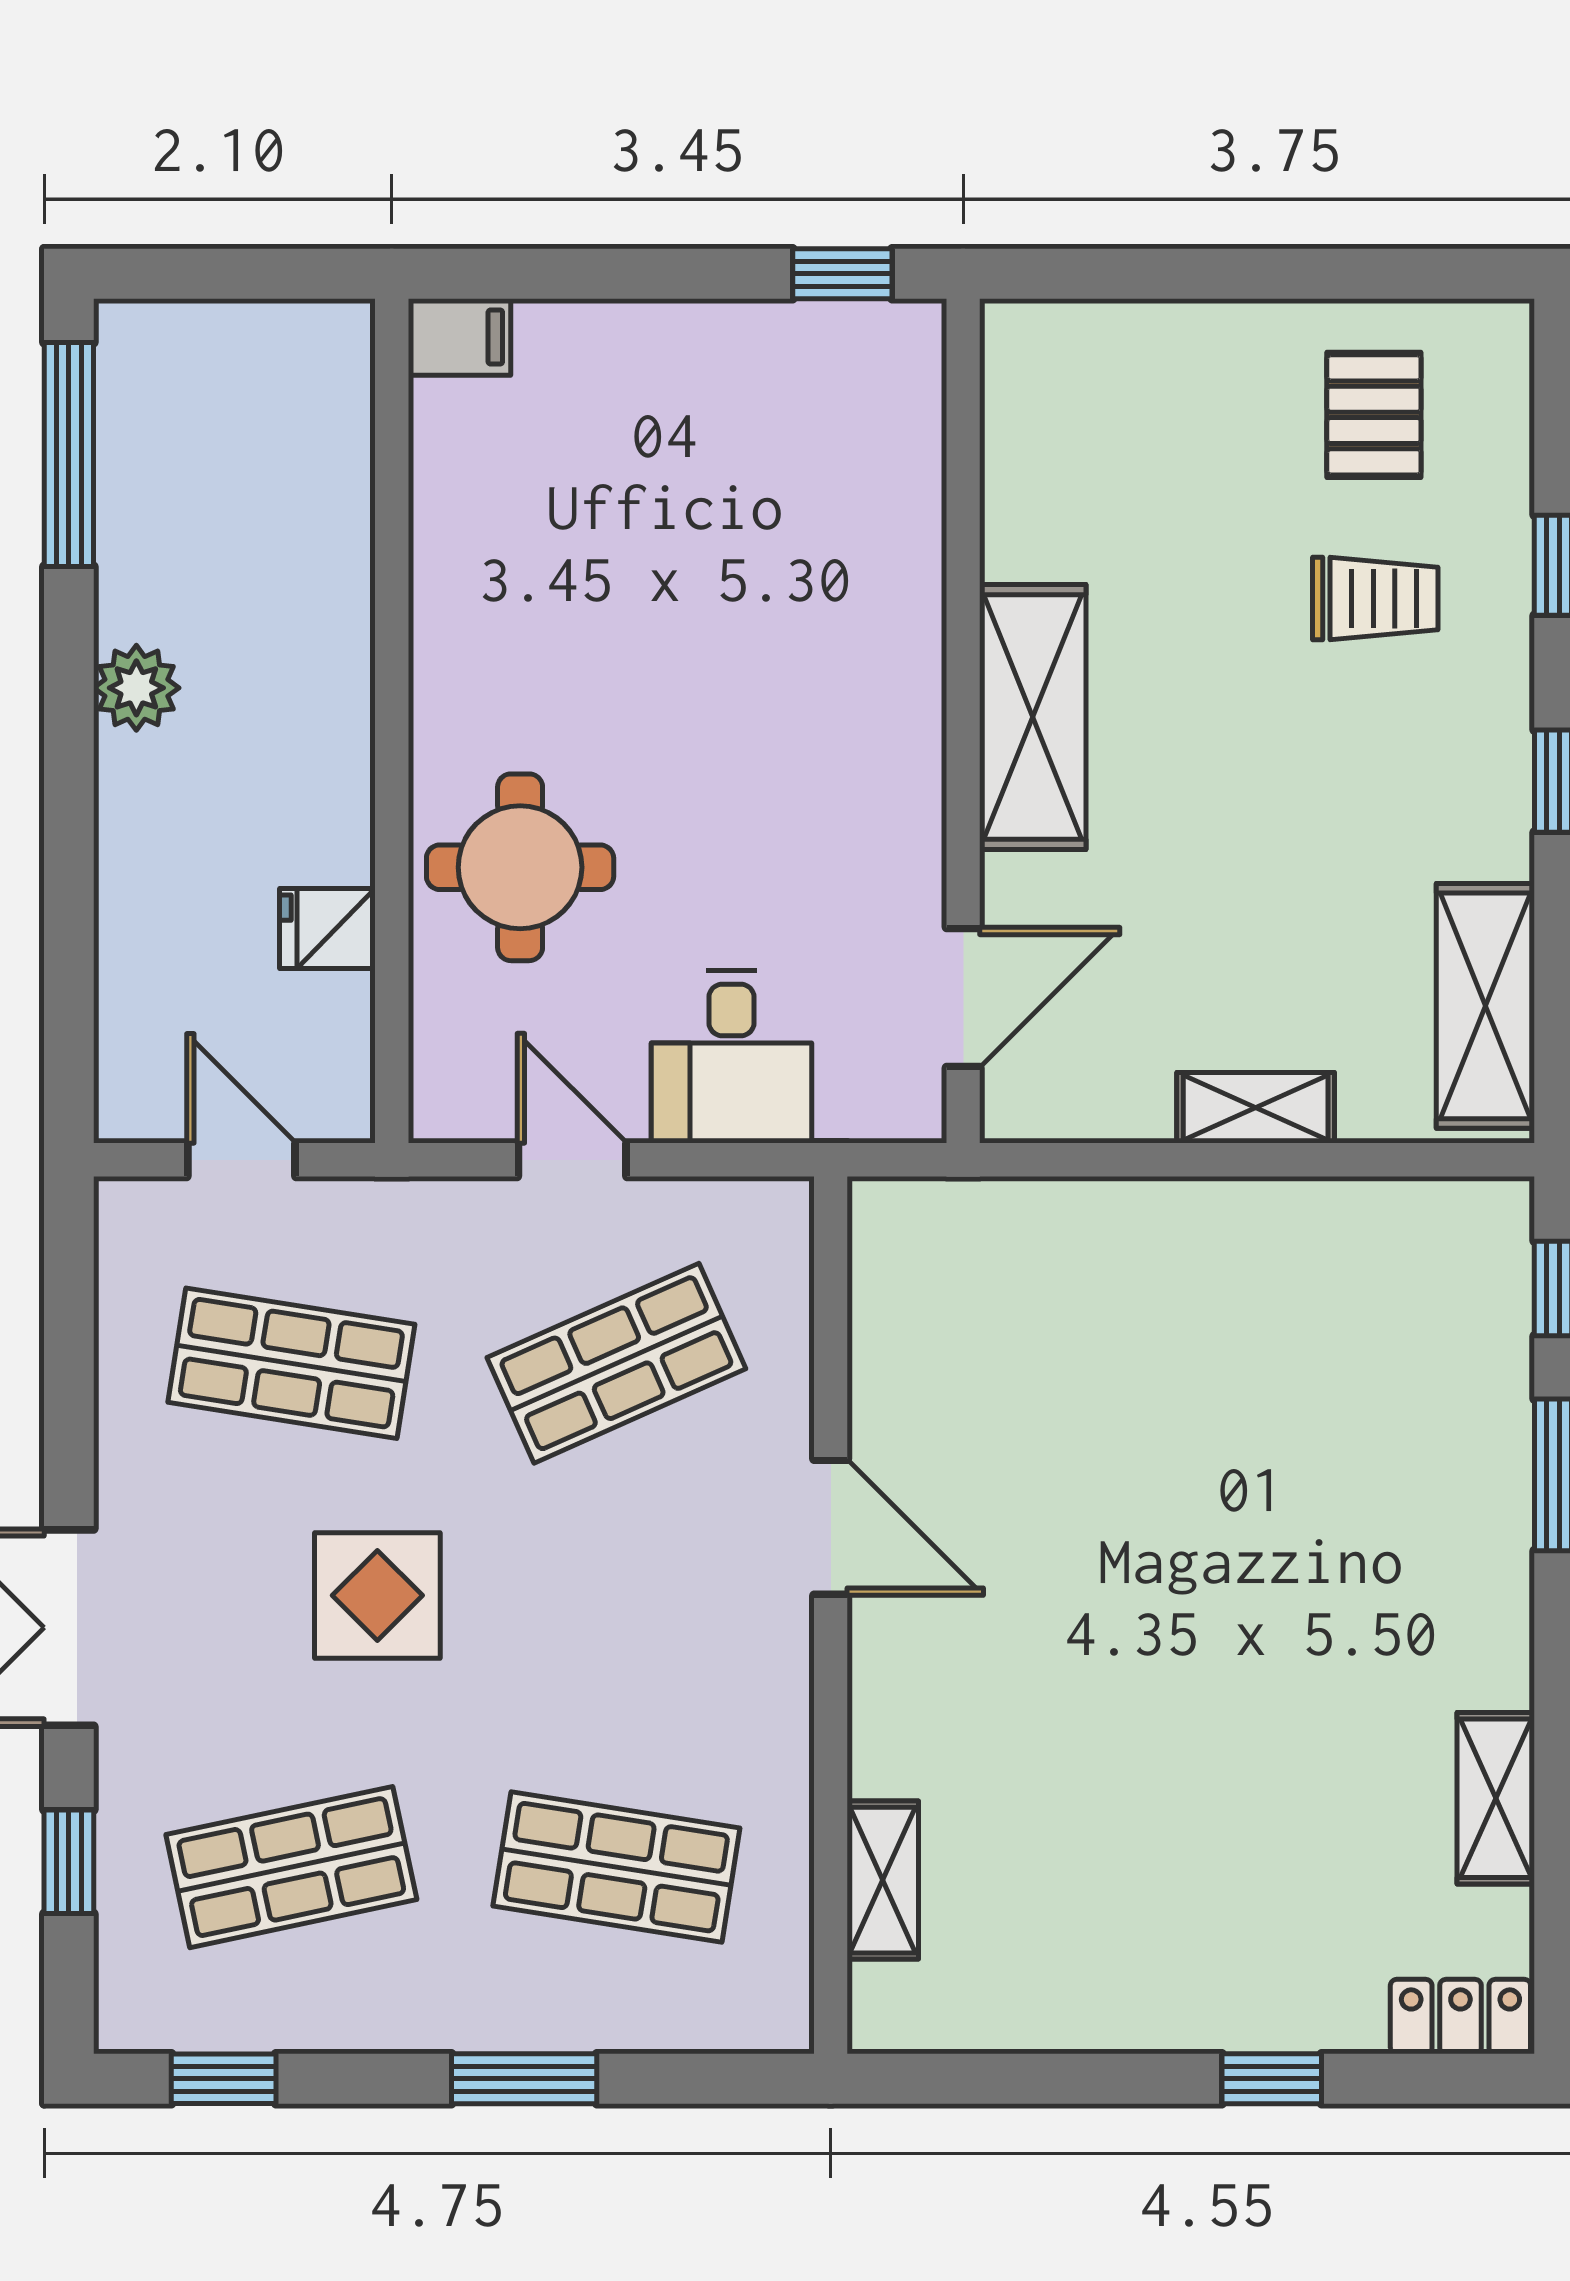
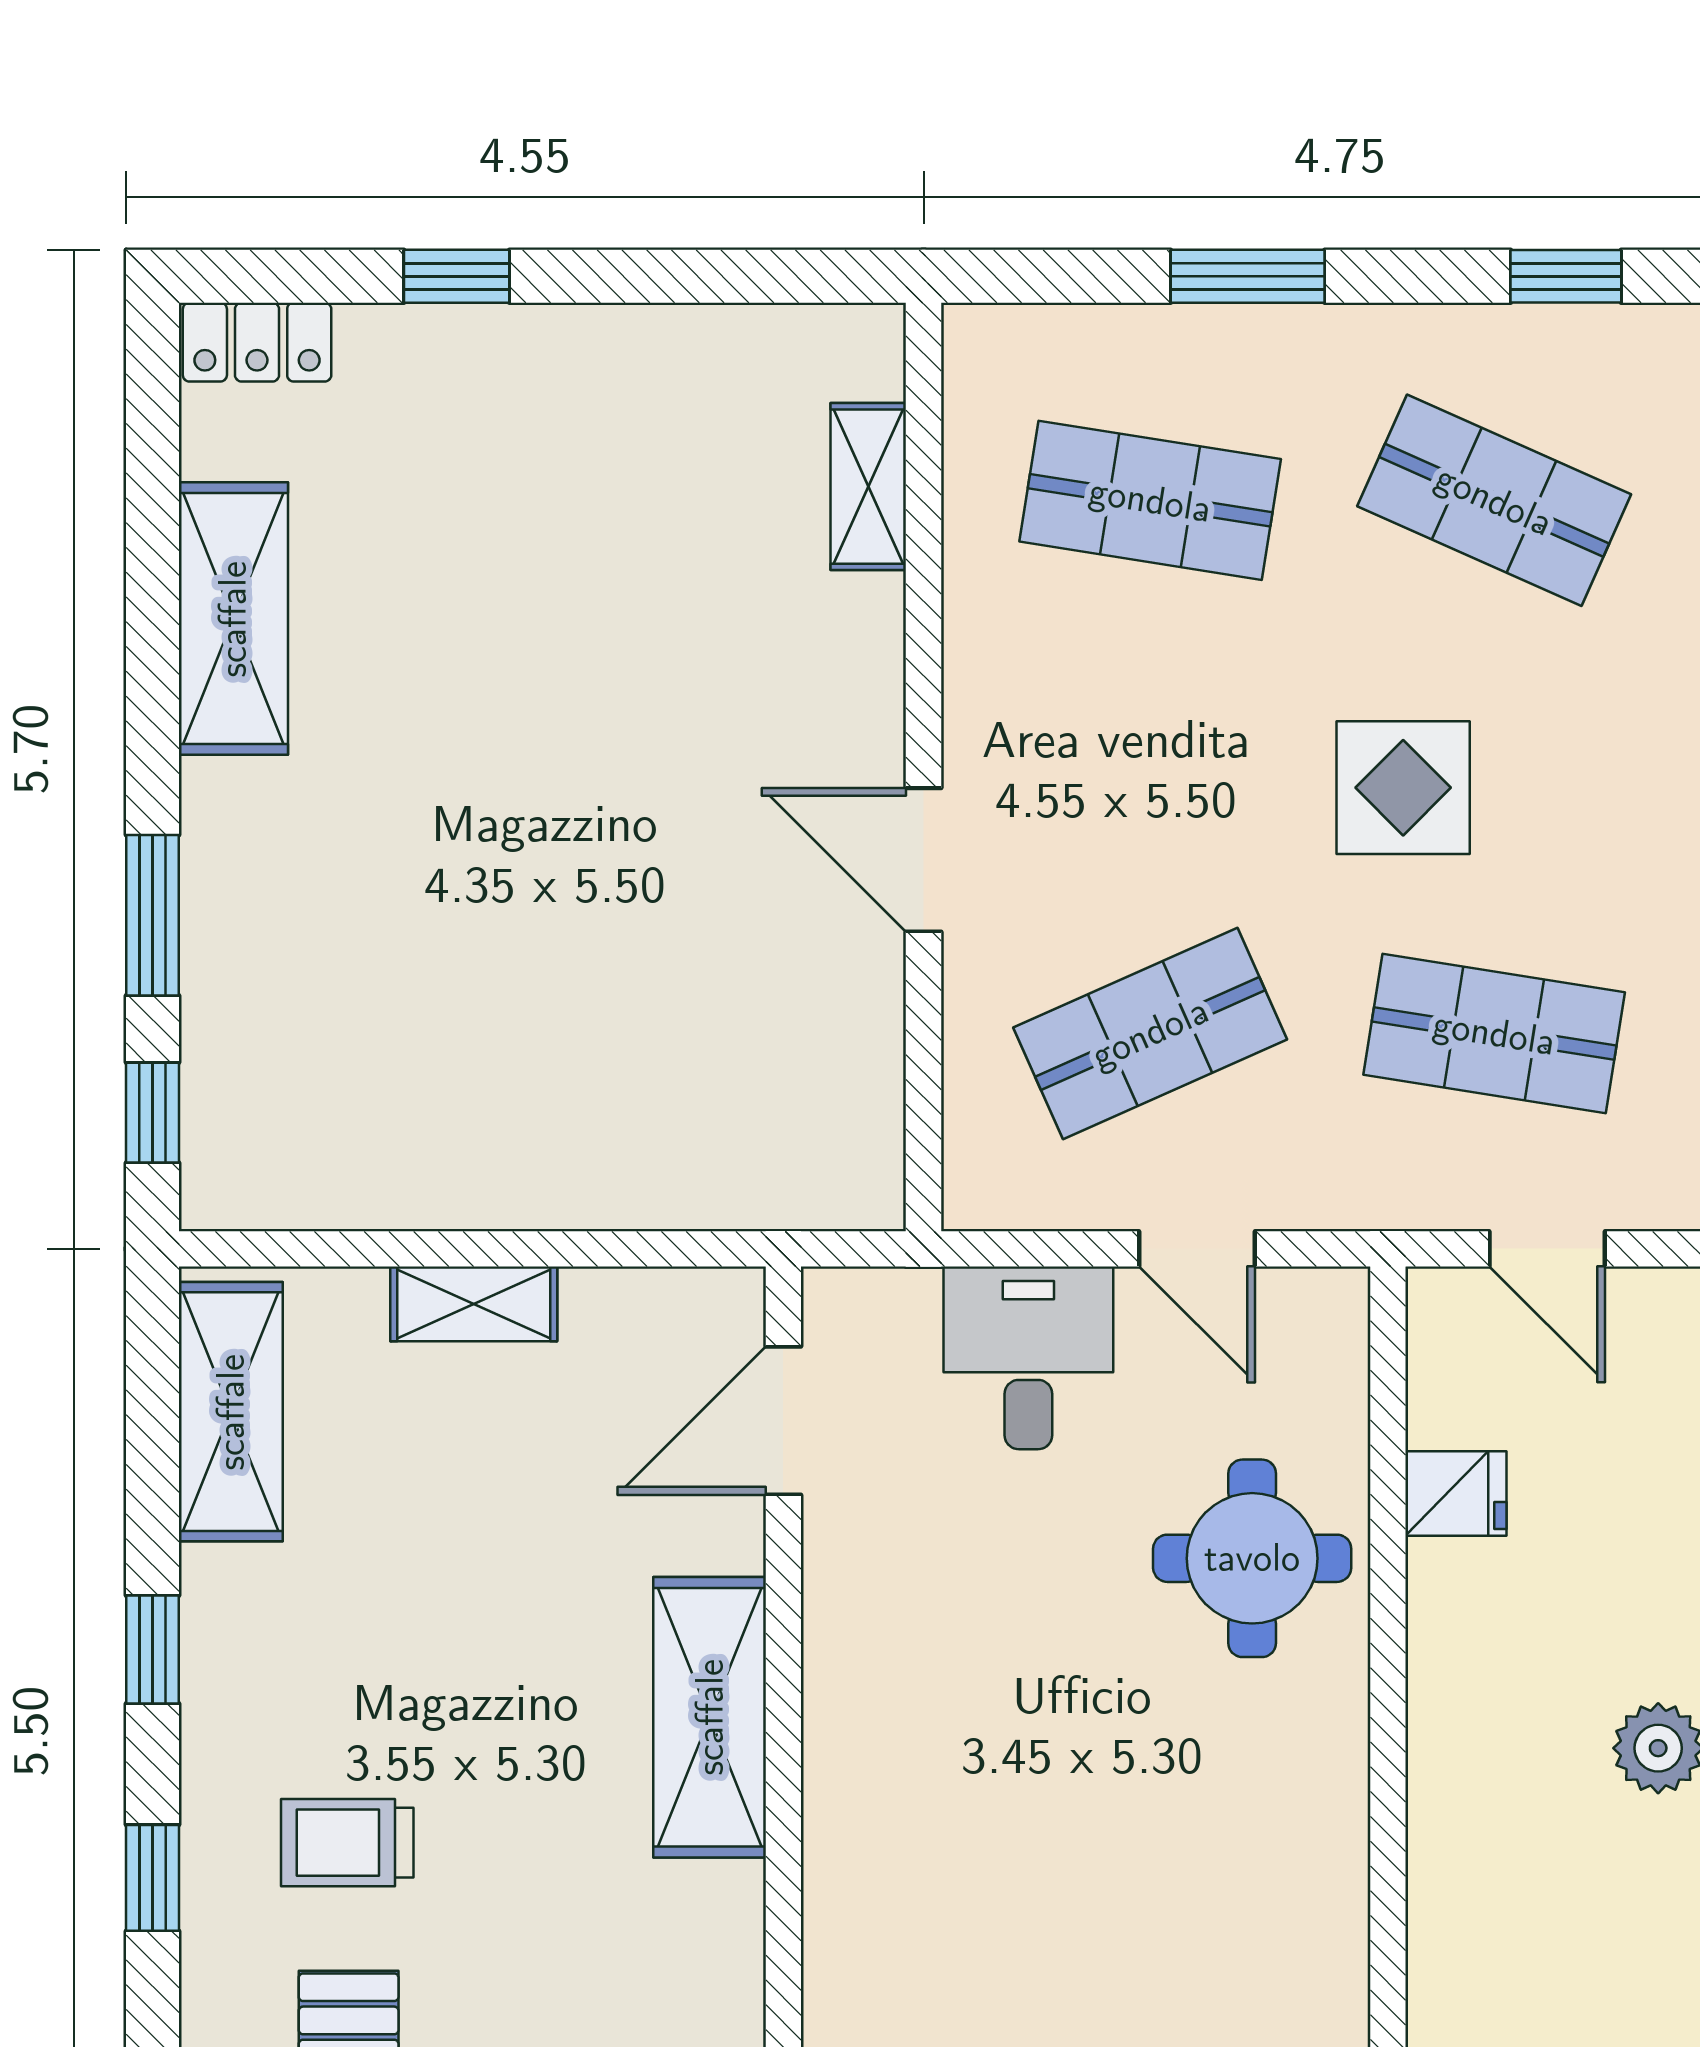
shelving: (1496, 1798) -> (233, 619), width x1.50, depth x1.33
shop shelf: (291, 1867) -> (1494, 500), turned 36

